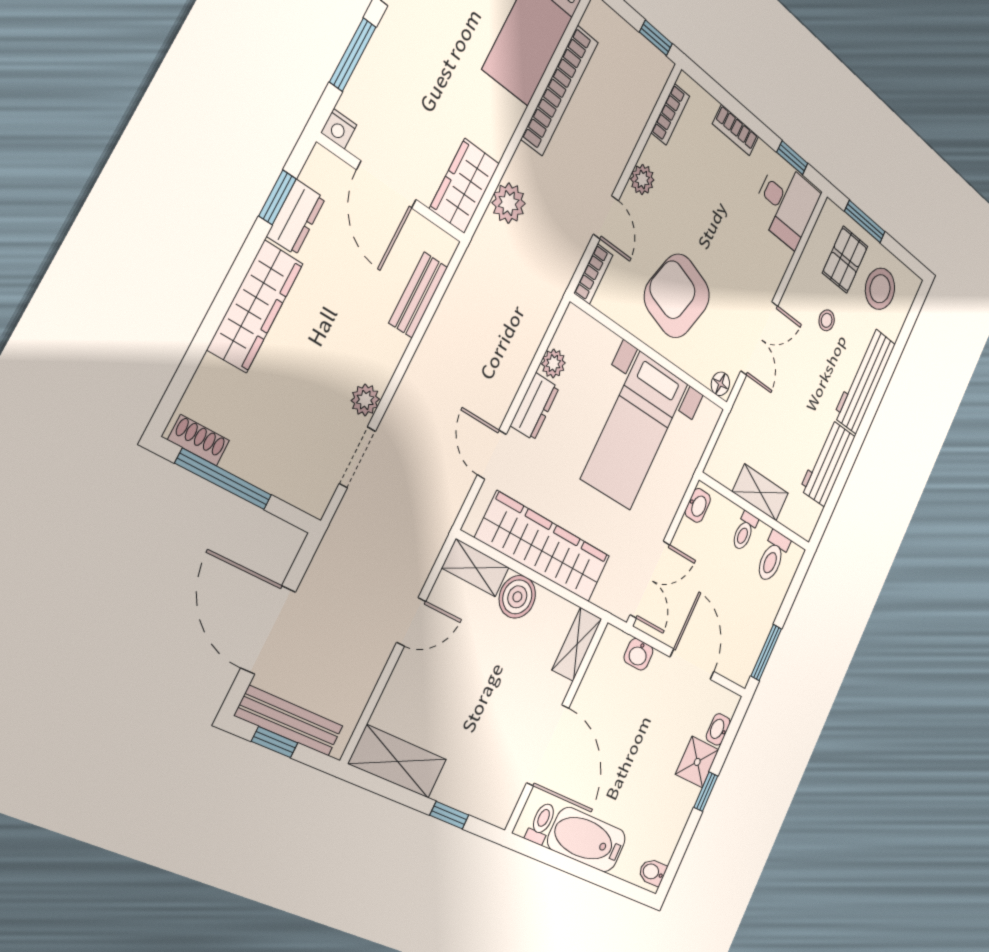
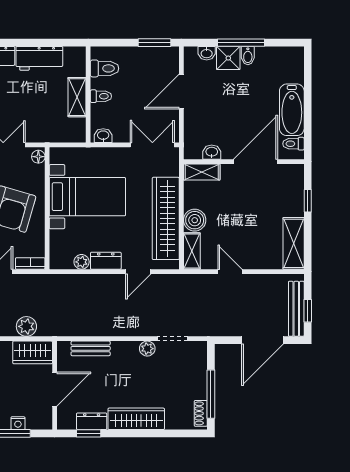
nightstand: (339, 129) -> (18, 423), moved, turned 90
washbasin: (638, 654) -> (212, 152), moved, turned -90
window: (706, 792) -> (241, 43), width x2.17
bidet: (652, 872) -> (248, 56), moved

